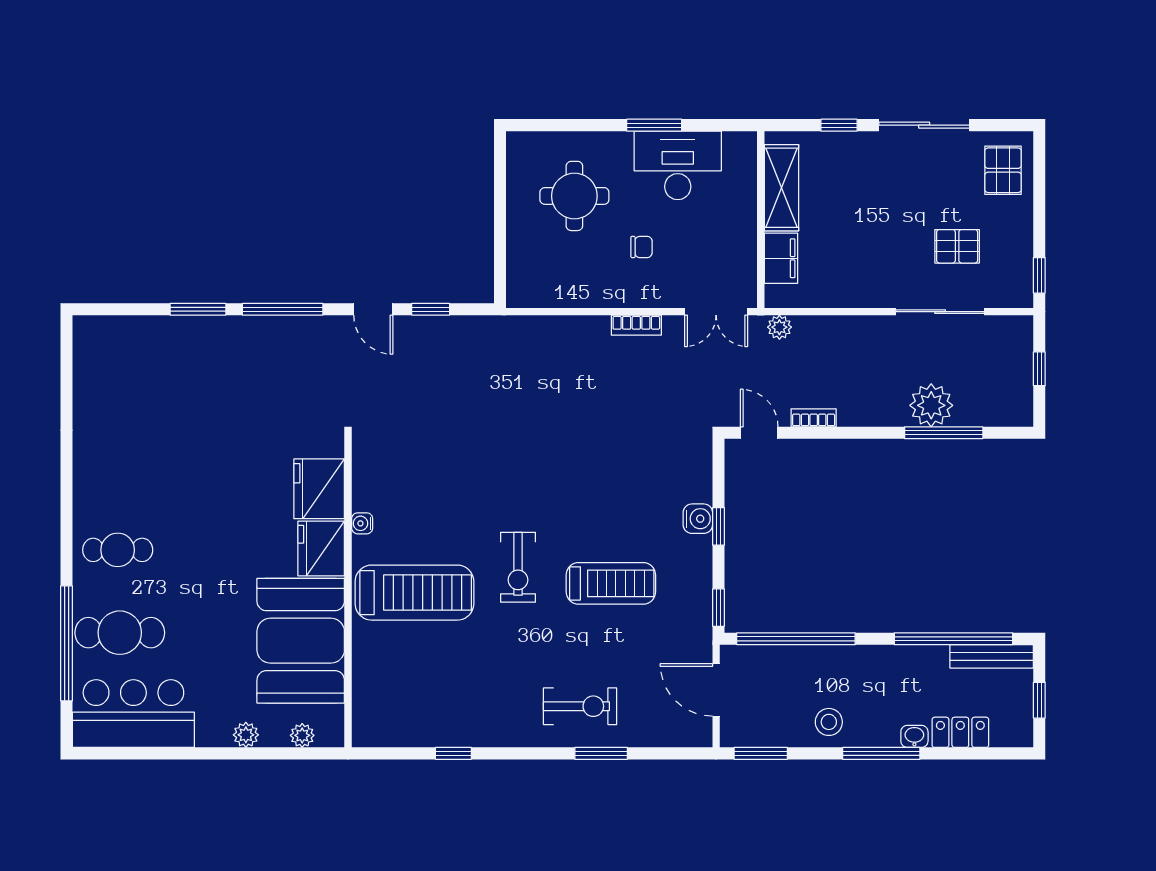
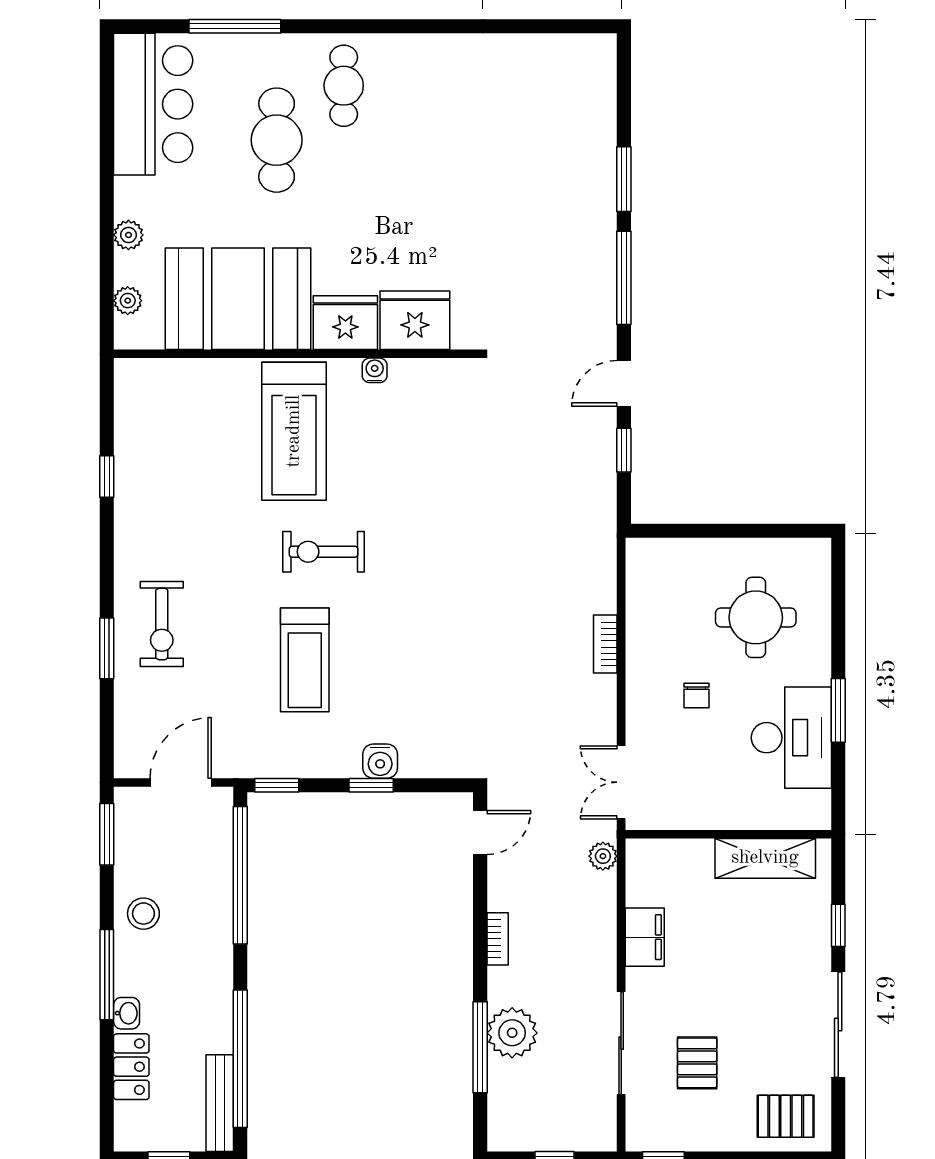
filing cabinet: (781, 258) -> (645, 937), moved, turned -90
bookcase: (636, 325) -> (605, 644), moved
bookcase: (814, 418) -> (498, 939), moved
cafe table: (120, 633) -> (277, 140), moved
window: (67, 643) -> (235, 26), width x0.68

